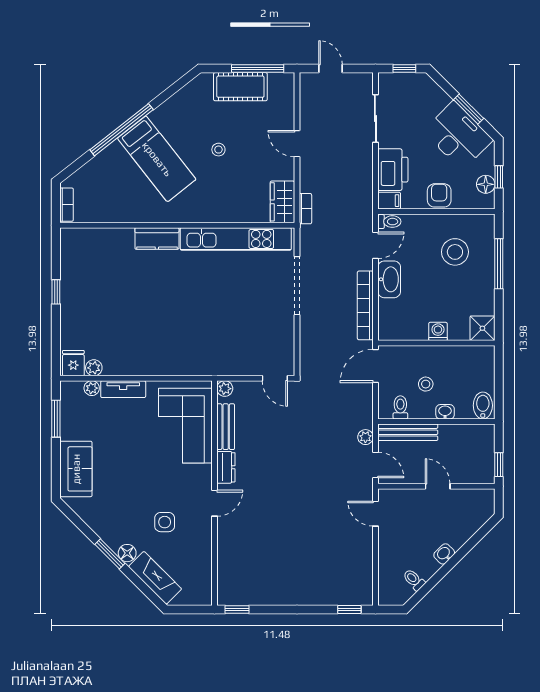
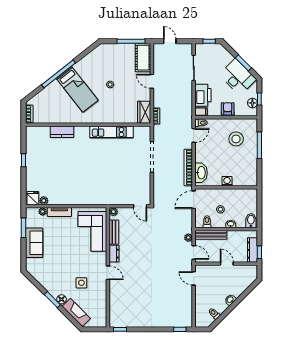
cot: (240, 87) -> (143, 58), moved, turned 90
kitchen counter: (157, 238) -> (62, 132), moved
kitchen unit: (236, 239) -> (111, 132), width x0.73
washbasin: (389, 279) -> (201, 173), moved
shower: (482, 328) -> (251, 180), removed
dresser: (486, 461) -> (252, 250), added
sofa: (76, 469) -> (34, 243), moved
door: (214, 503) -> (108, 273), hinge flipped

